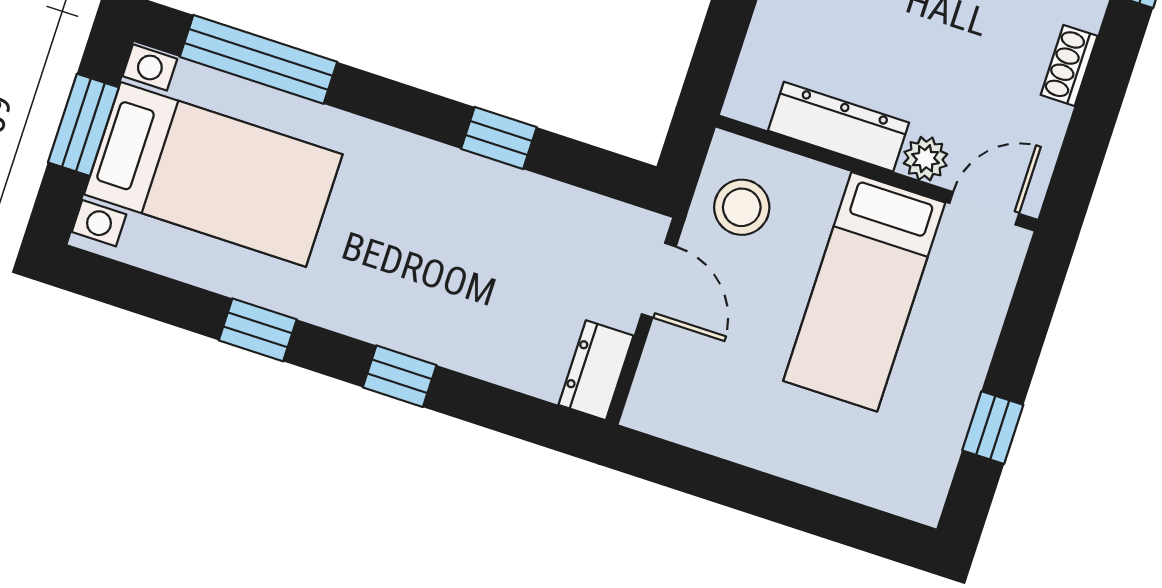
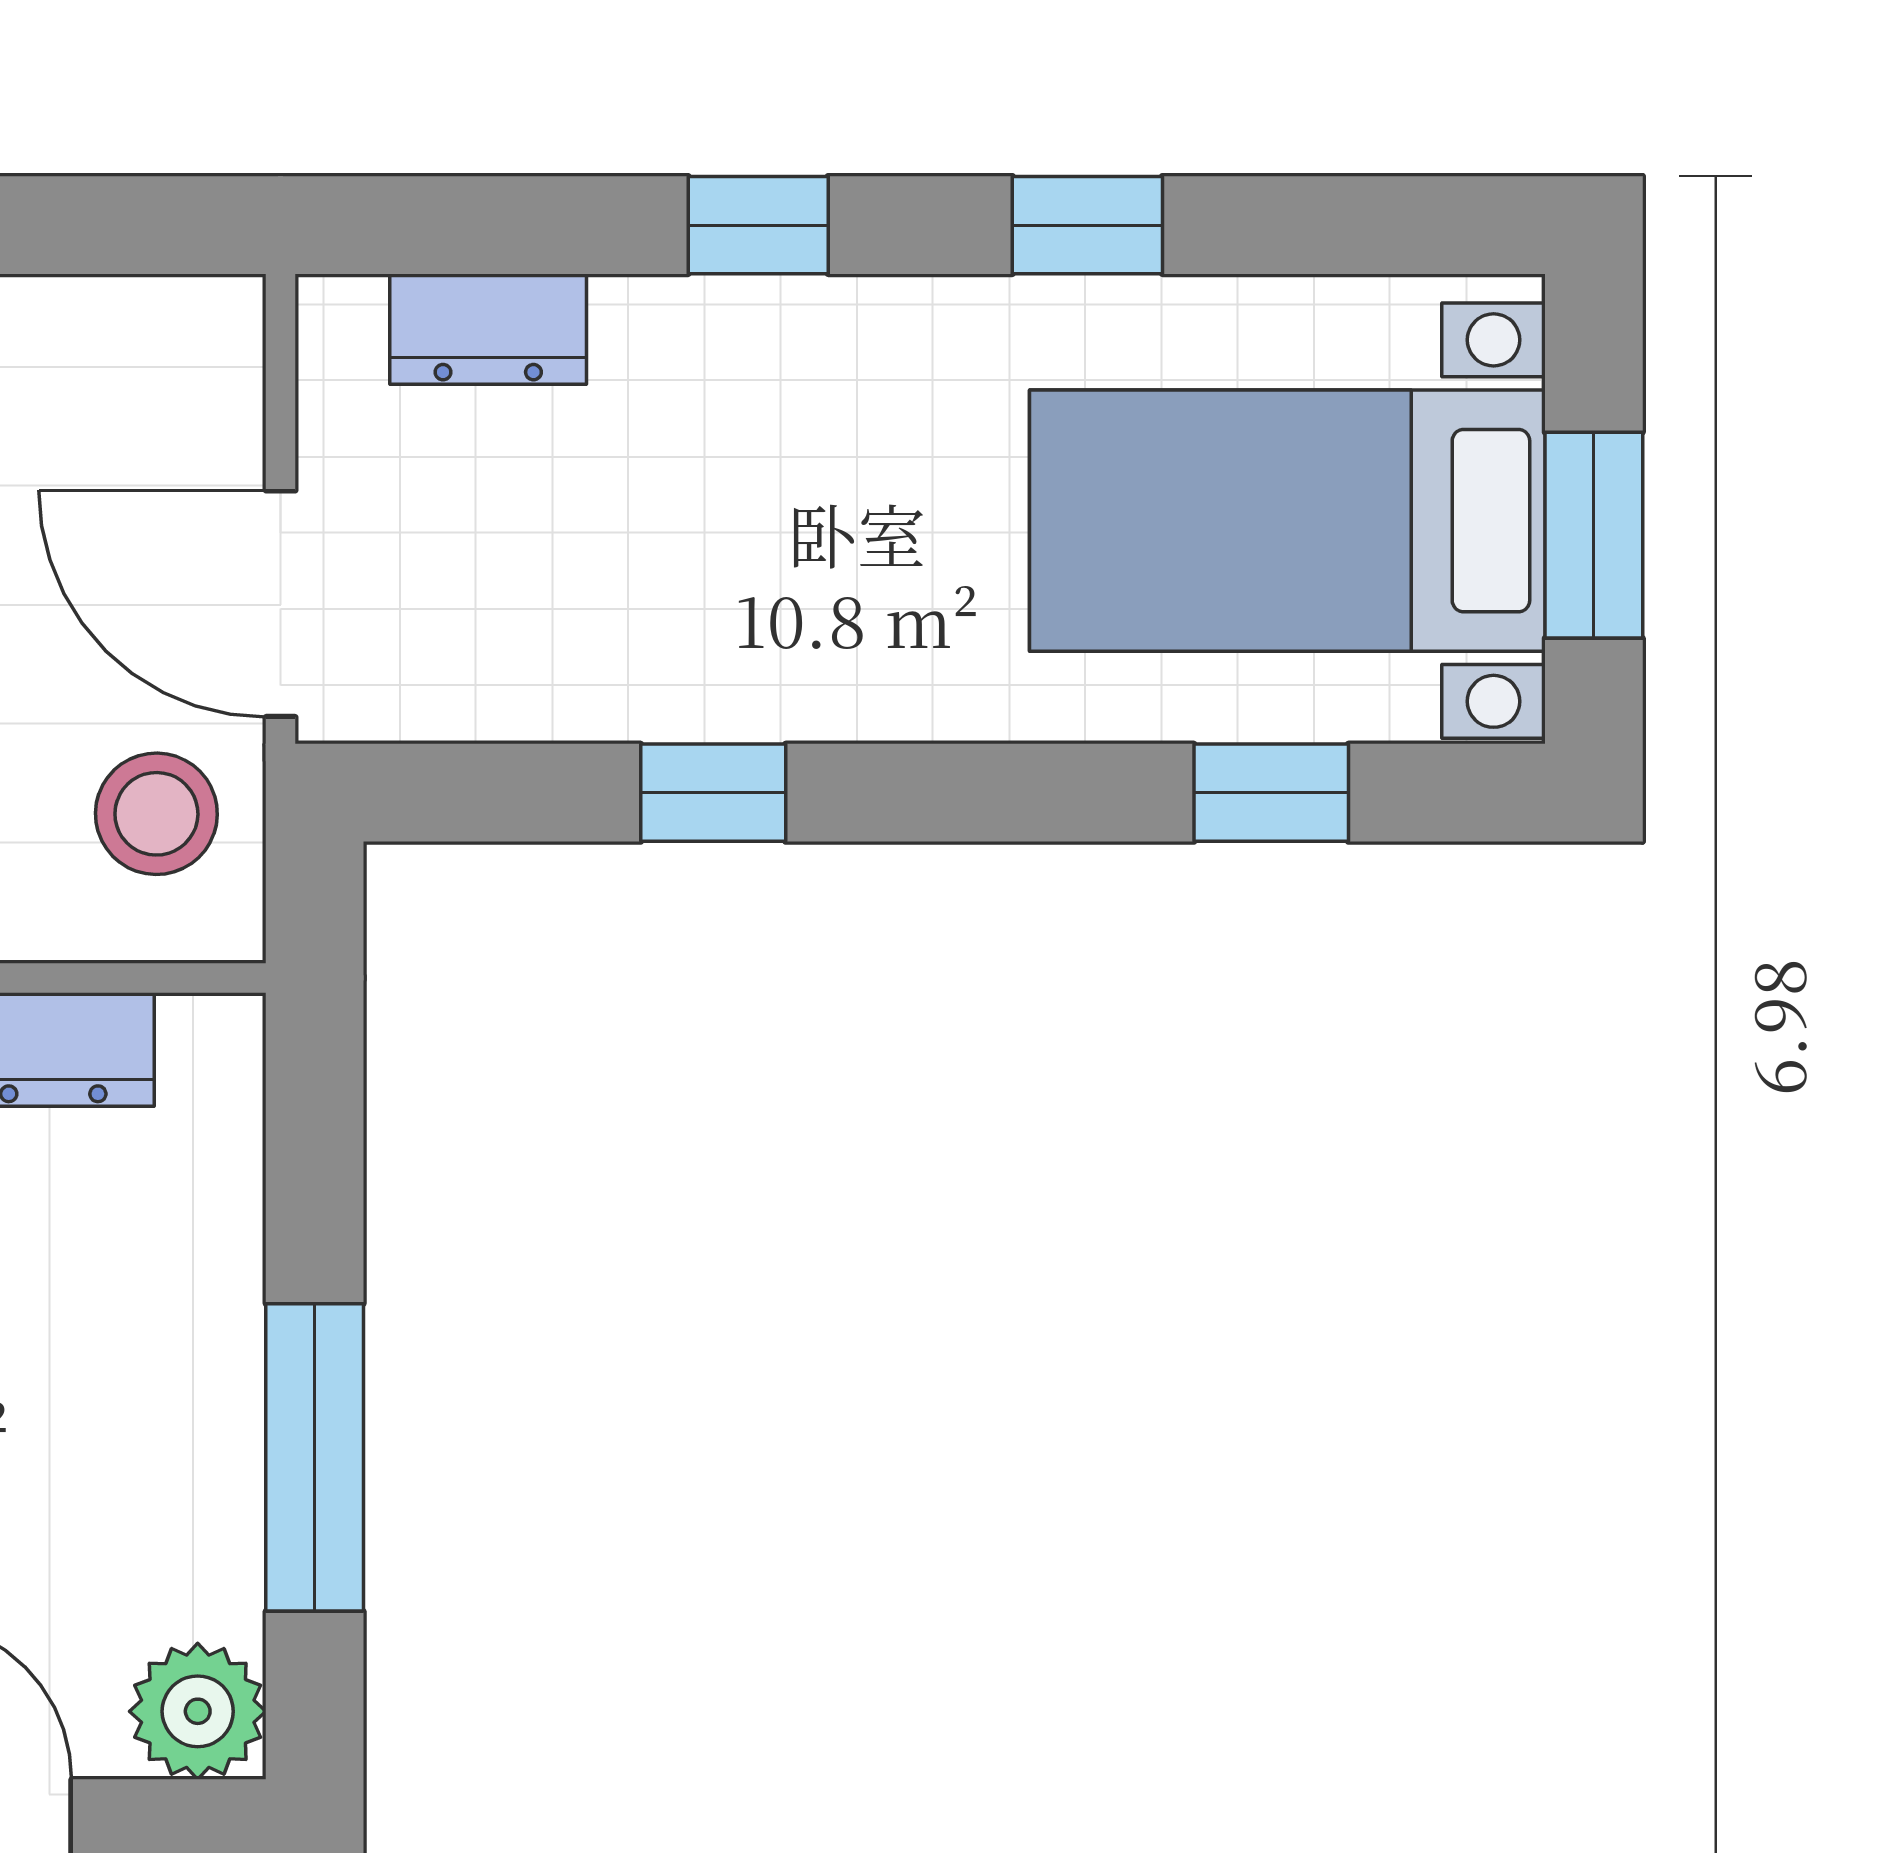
window: (259, 59) -> (1271, 793), width x0.46
door: (659, 280) -> (281, 604), width x1.38
dresser: (596, 370) -> (488, 329), moved, turned 90

